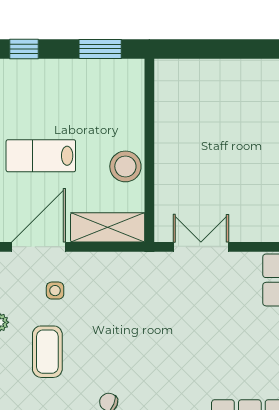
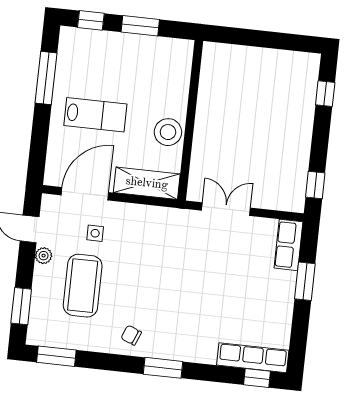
window: (100, 49) -> (140, 26), moved
lab bench: (41, 156) -> (95, 115), turned 180
coffee table: (47, 352) -> (83, 286), width x1.36, depth x1.32

